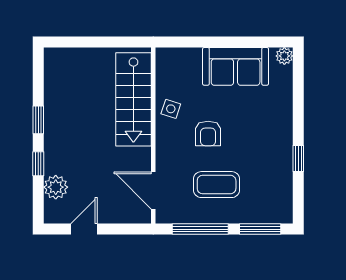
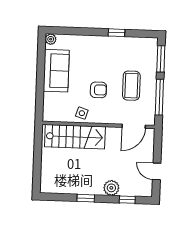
window: (38, 164) -> (127, 200), moved
plant: (56, 187) -> (111, 188), moved

